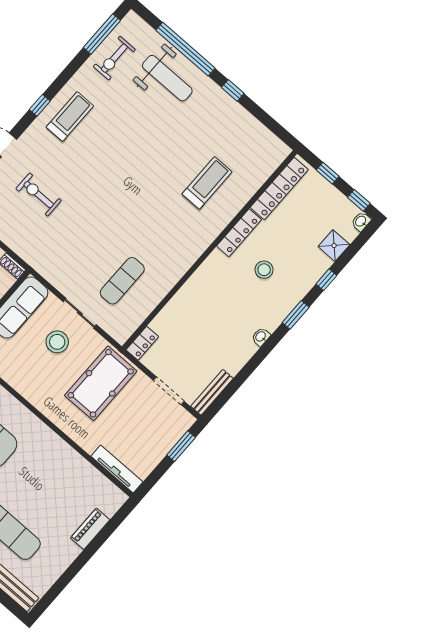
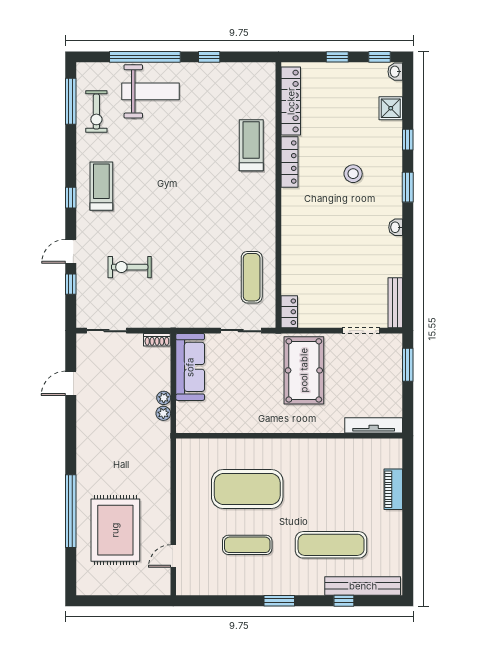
locker: (279, 188) -> (291, 101), moved
locker: (239, 233) -> (290, 162), moved
wall: (209, 250) -> (278, 195), moved
stool: (57, 342) -> (243, 368), removed
locker: (142, 343) -> (289, 312), moved

